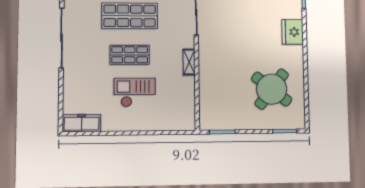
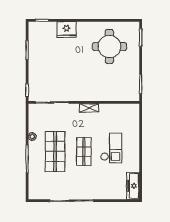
round table: (272, 89) -> (109, 46), turned -38
checkout: (135, 92) -> (111, 148), turned 180

